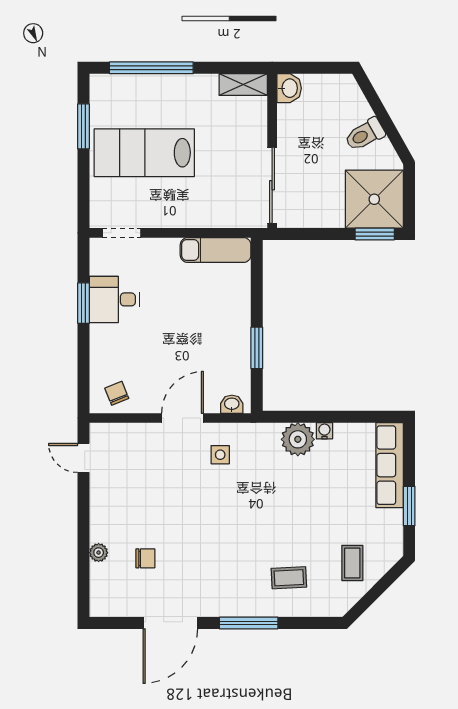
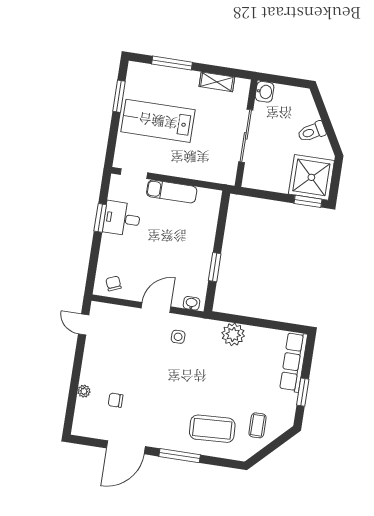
window: (151, 68) -> (172, 63), width x0.68
shelving: (243, 85) -> (217, 82), moved
sliding door: (272, 185) -> (246, 136), moved
exam couch: (216, 250) -> (172, 191), moved
water cooler: (324, 431) -> (252, 331), removed
chair: (145, 558) -> (116, 400), turned 180
coffee table: (289, 578) -> (212, 429), width x1.86, depth x1.72

